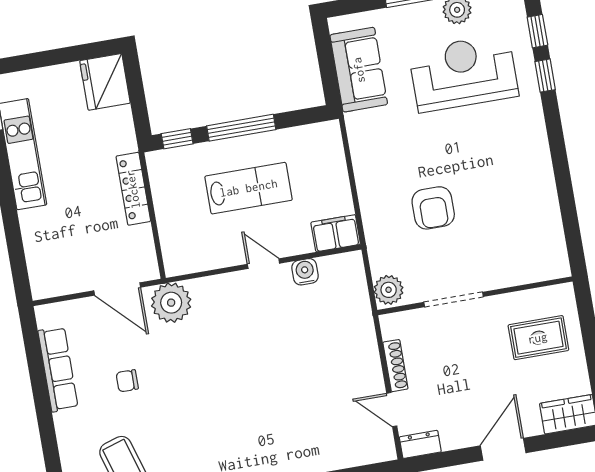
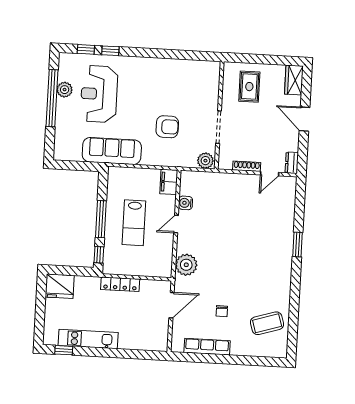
sofa: (359, 70) -> (112, 151), moved, width x1.36
lab bench: (249, 188) -> (134, 223), turned 180
plant: (171, 303) -> (186, 265), moved

